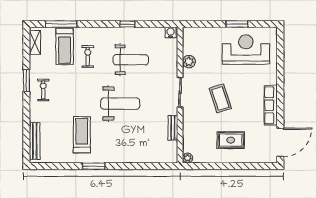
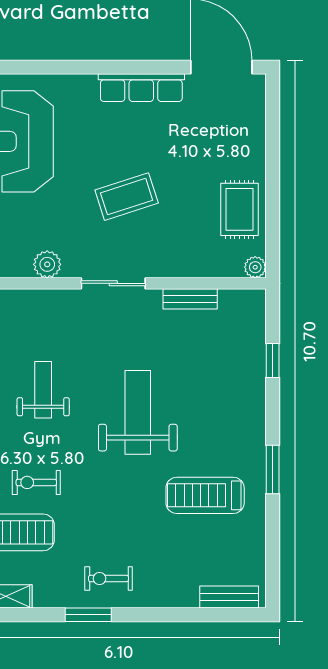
weight bench: (131, 60) -> (43, 390), width x0.73, depth x0.75
rug: (231, 140) -> (239, 209), moved
bench: (35, 141) -> (229, 597), width x0.73
window: (144, 166) -> (273, 361), added

